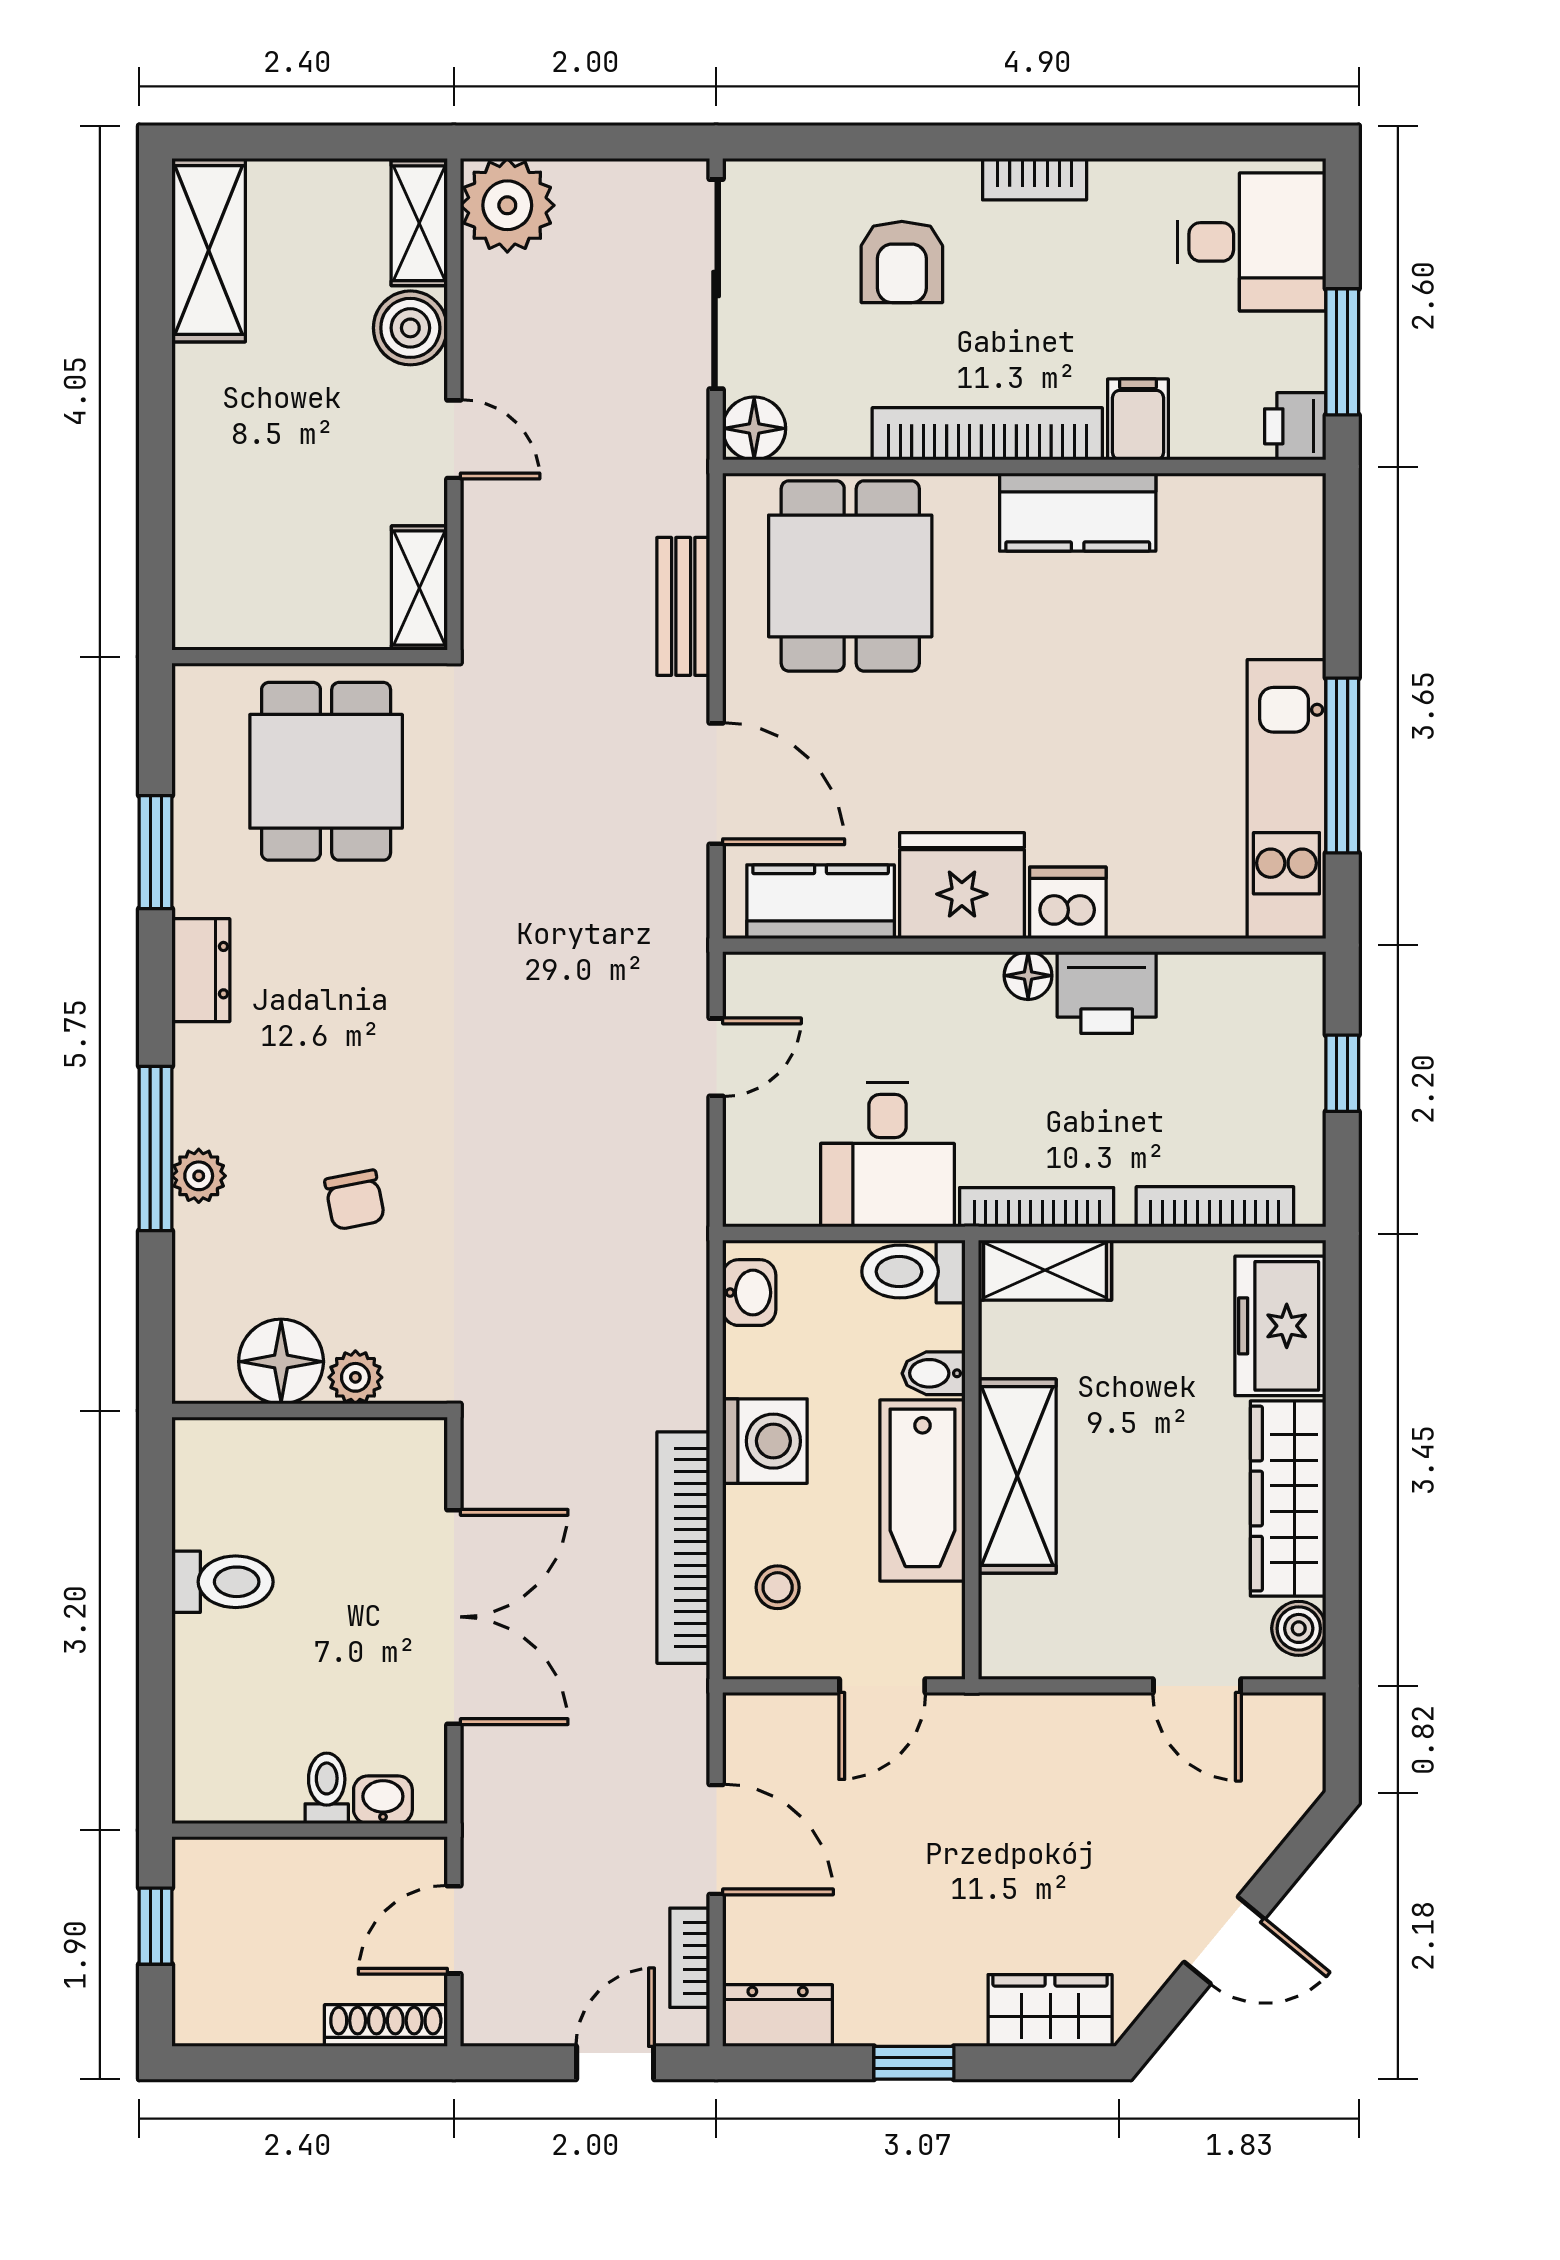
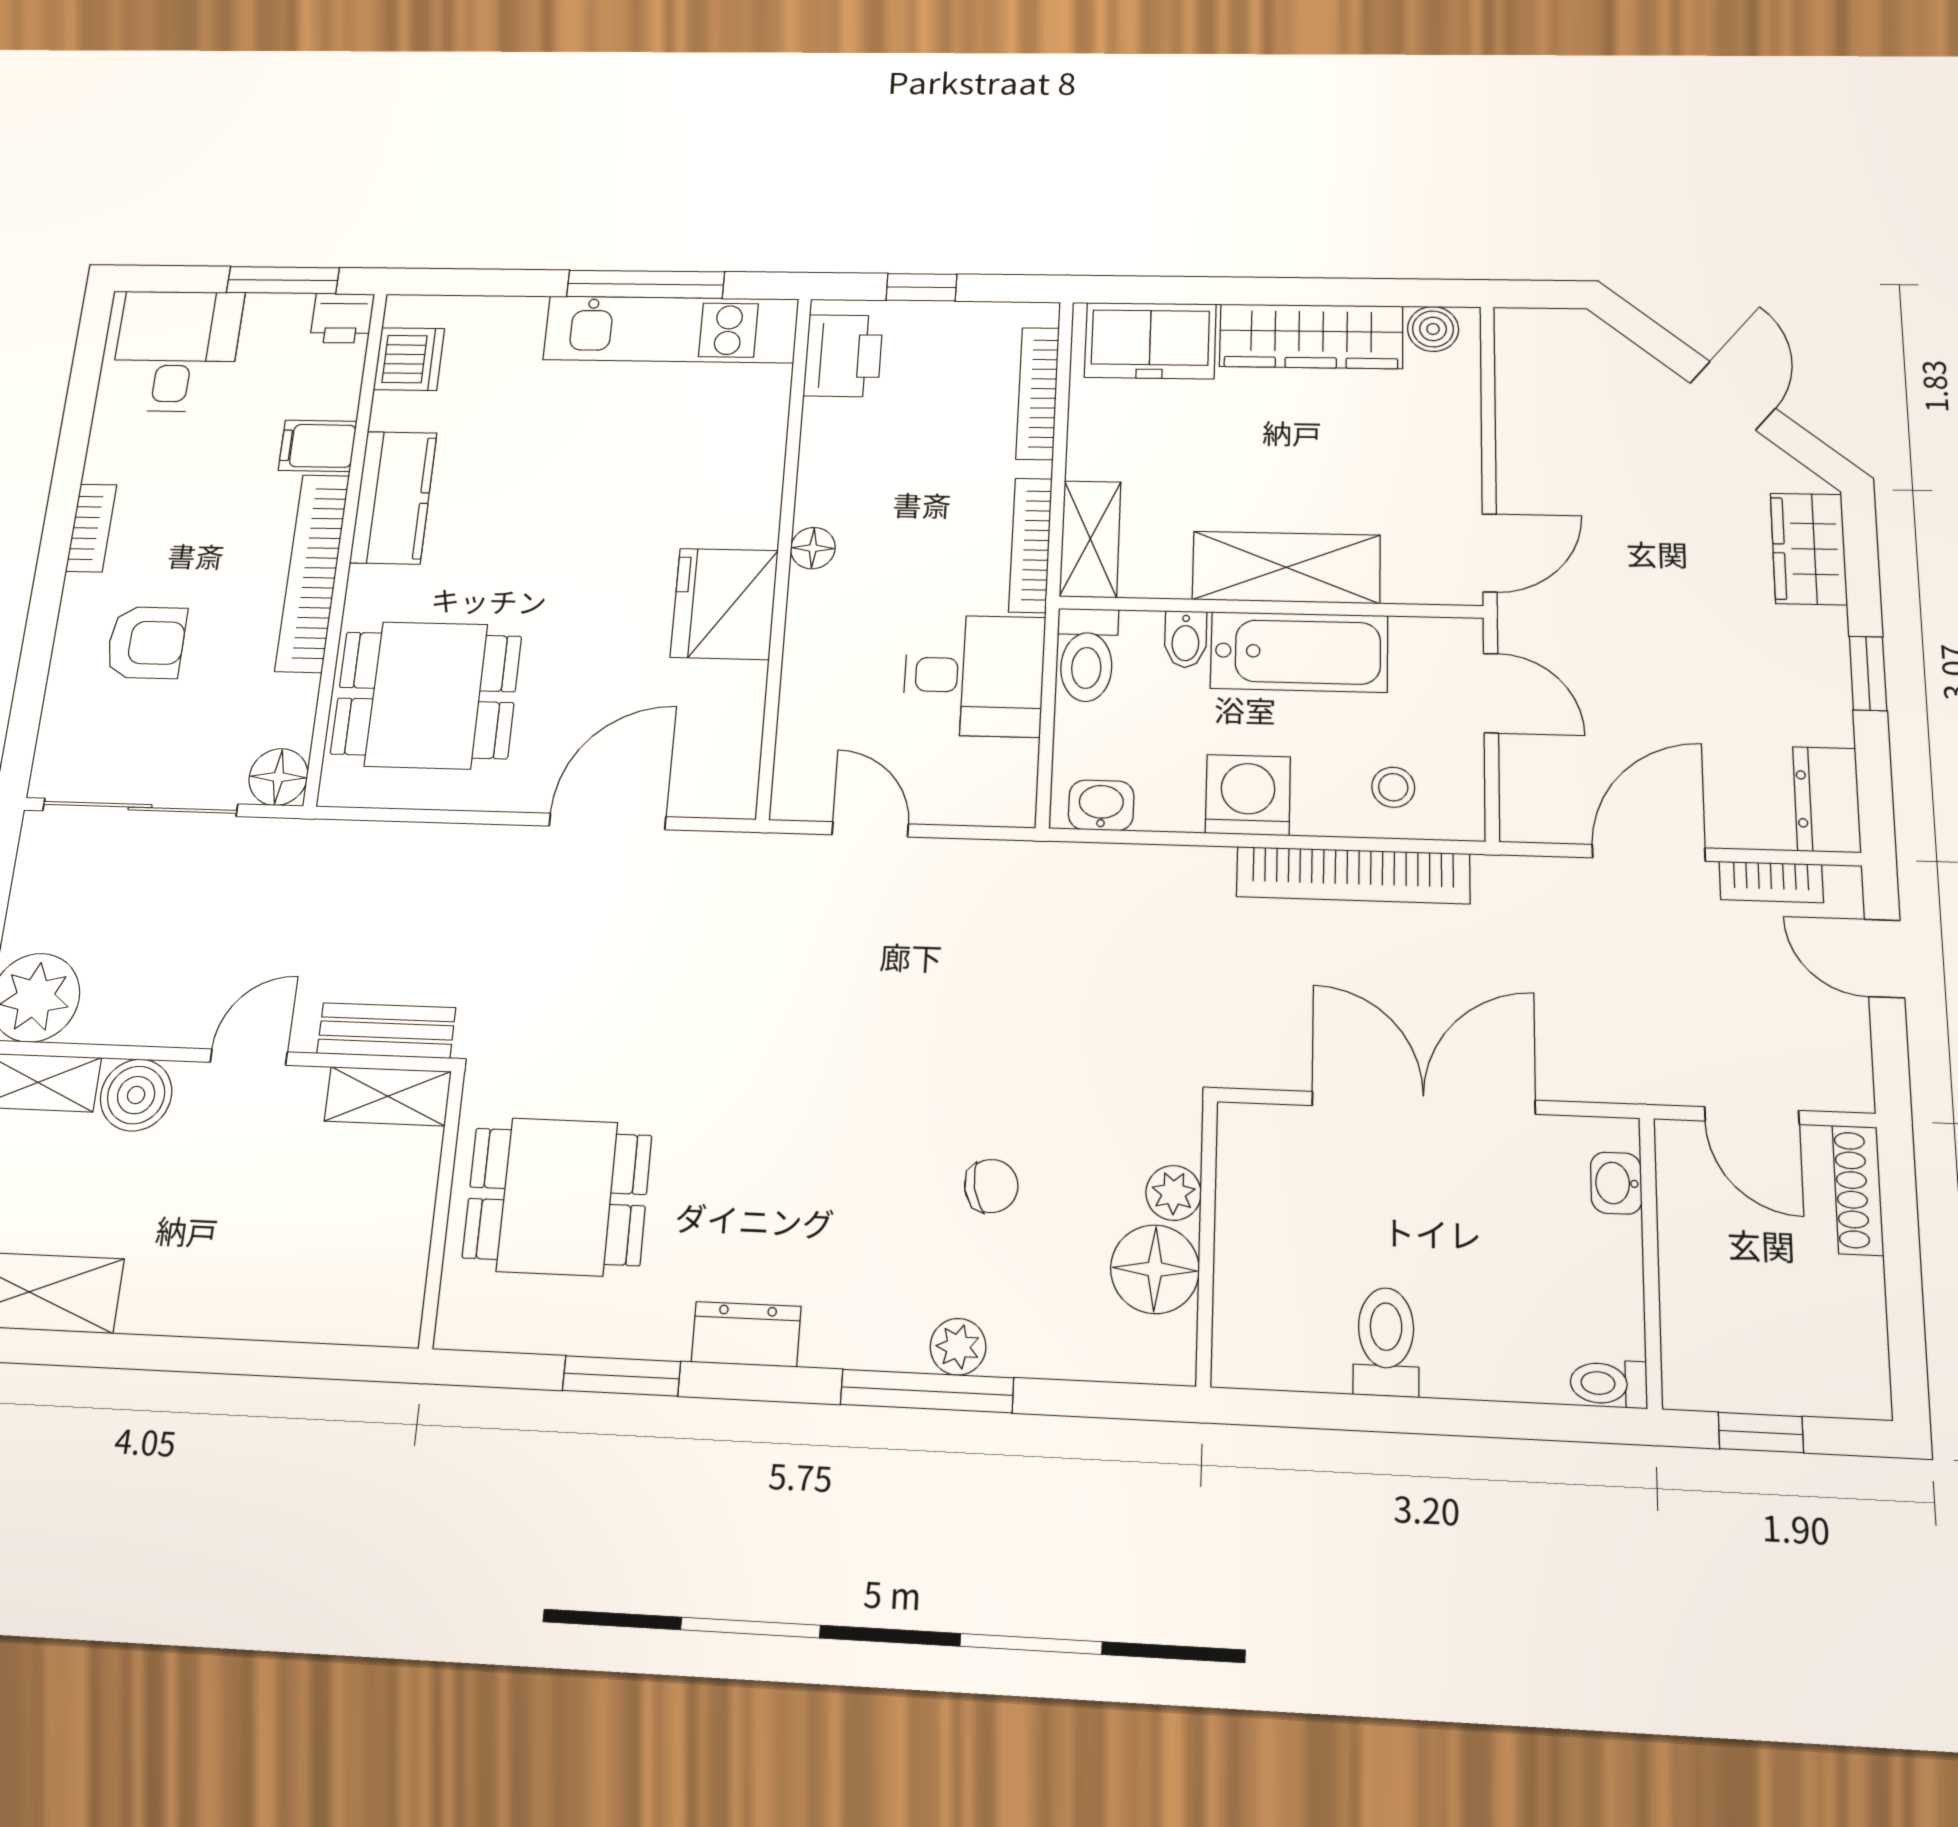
bench: (683, 606) -> (386, 1031), moved
kitchen counter: (821, 902) -> (728, 729), removed
dishwasher: (1068, 903) -> (409, 359), moved, turned 180
printer: (1107, 993) -> (843, 356), moved
door: (1197, 1686) -> (1490, 553), moved
toilet: (327, 1788) -> (1609, 1384), moved

